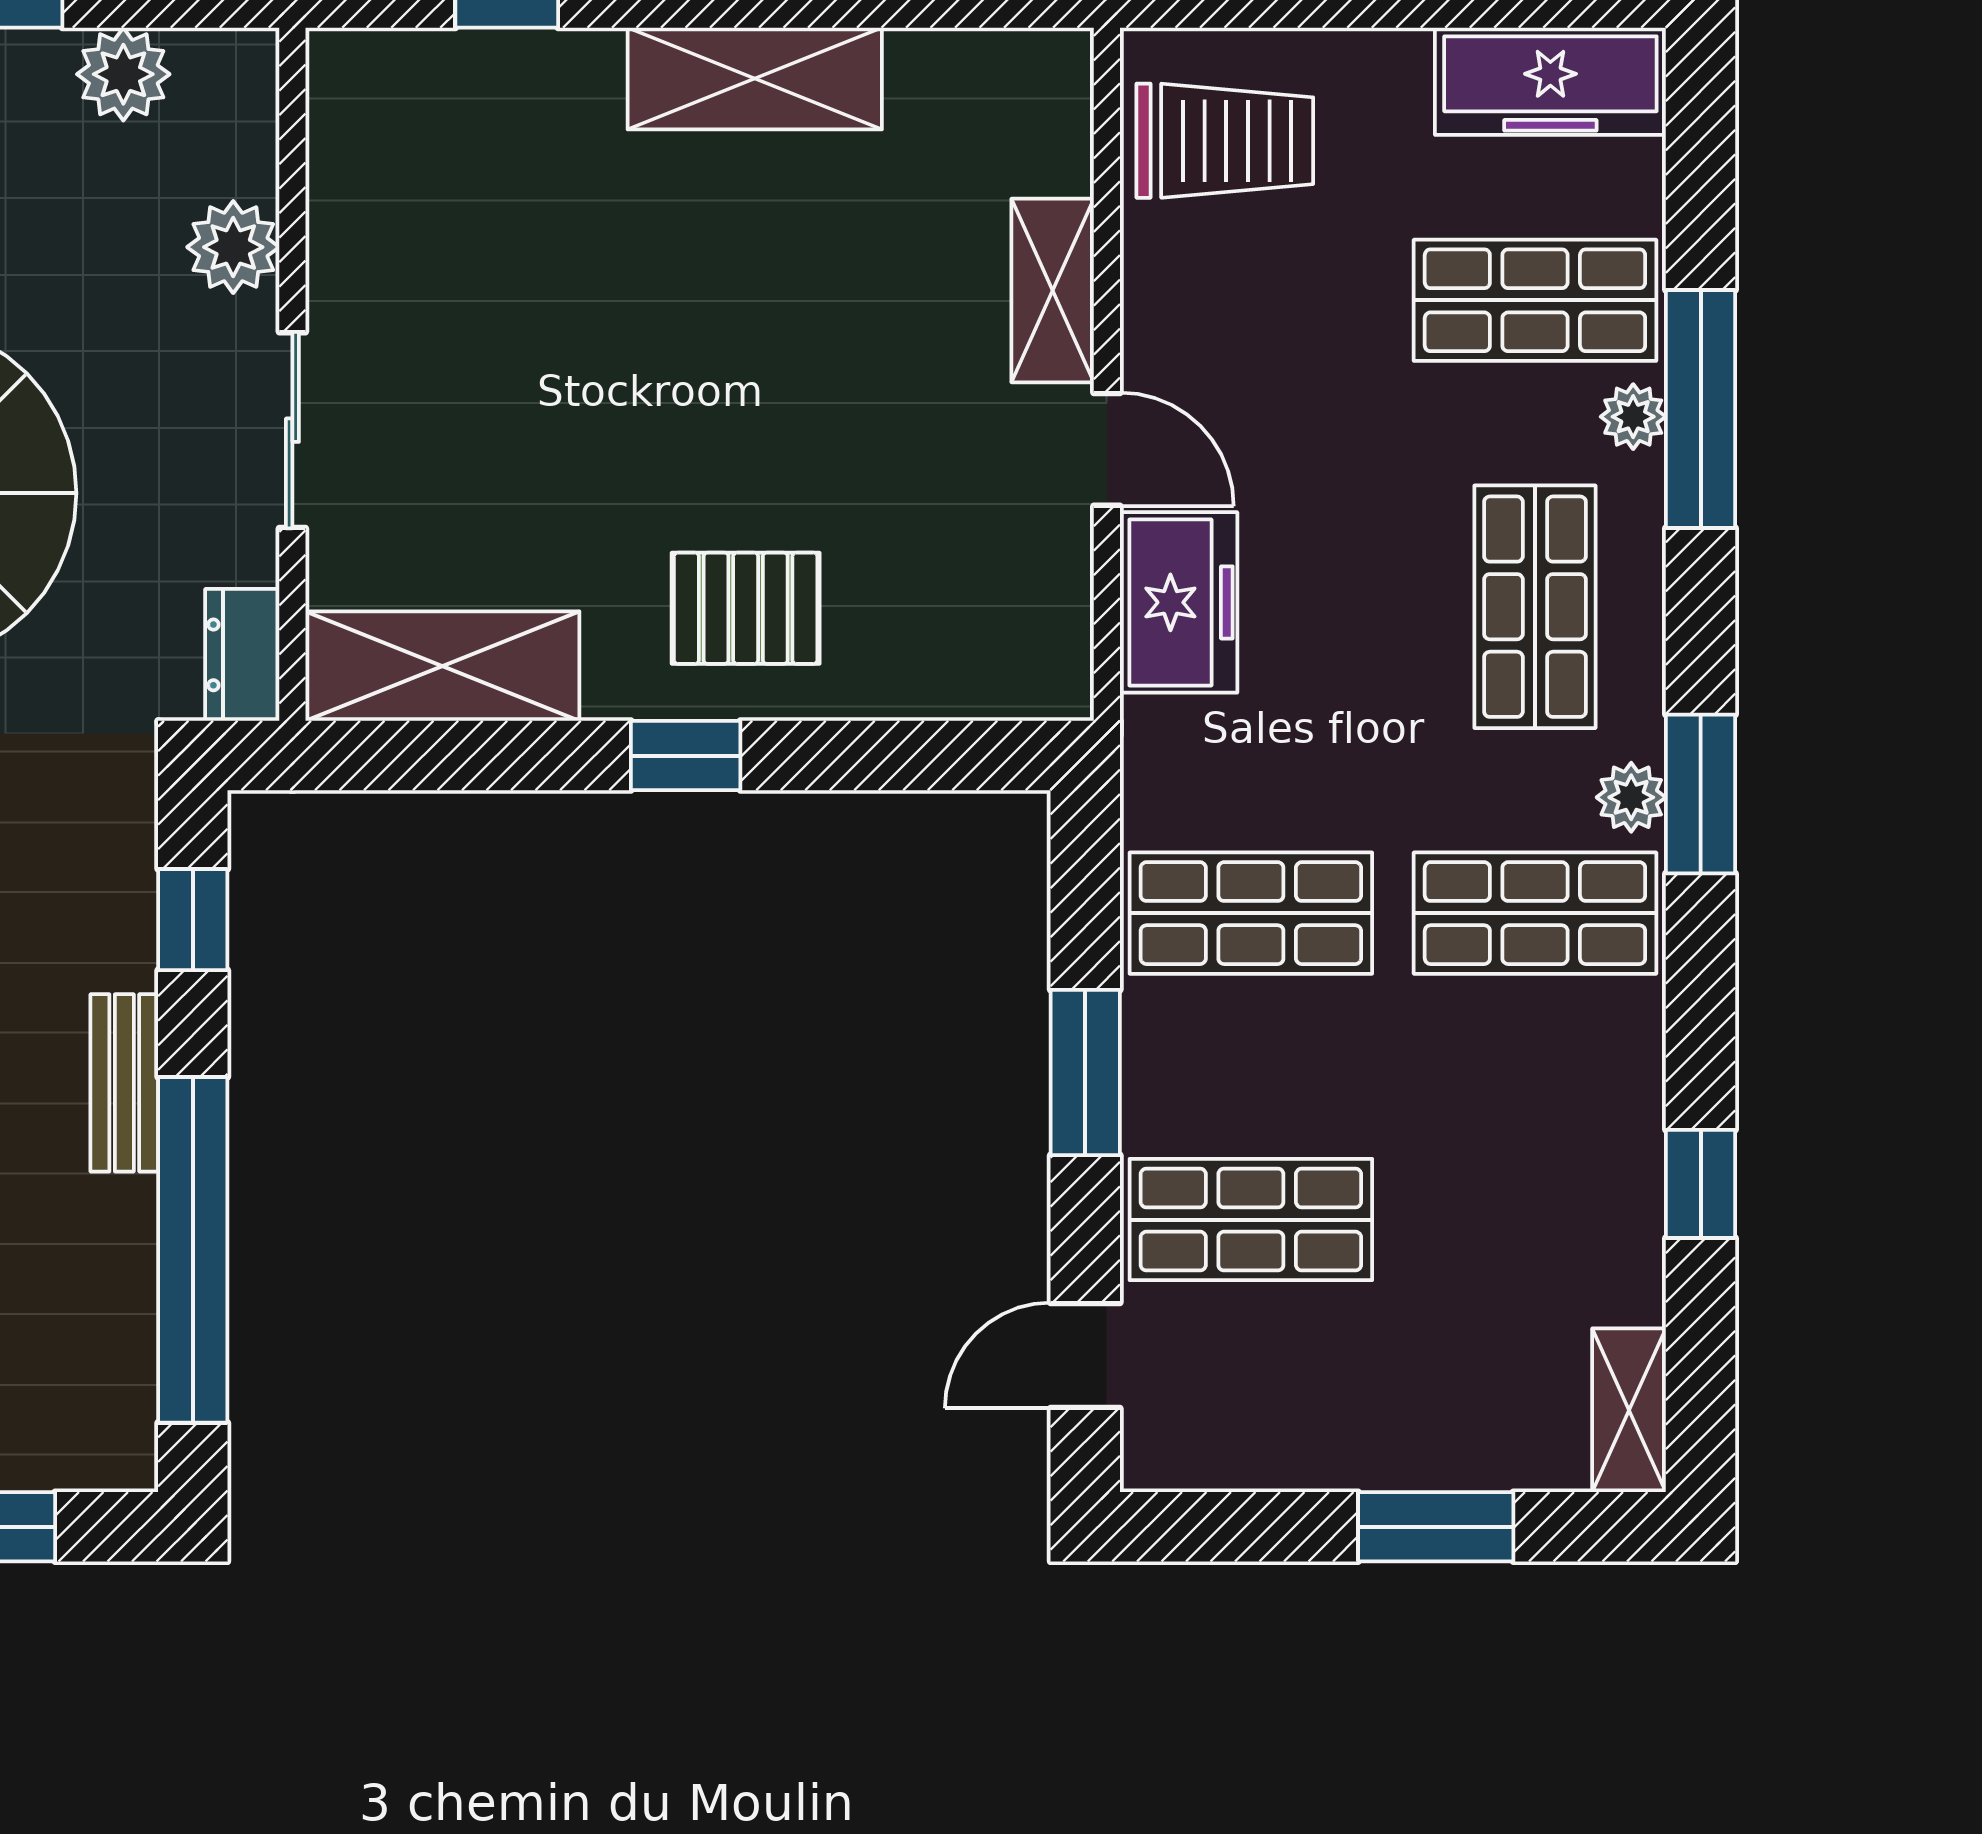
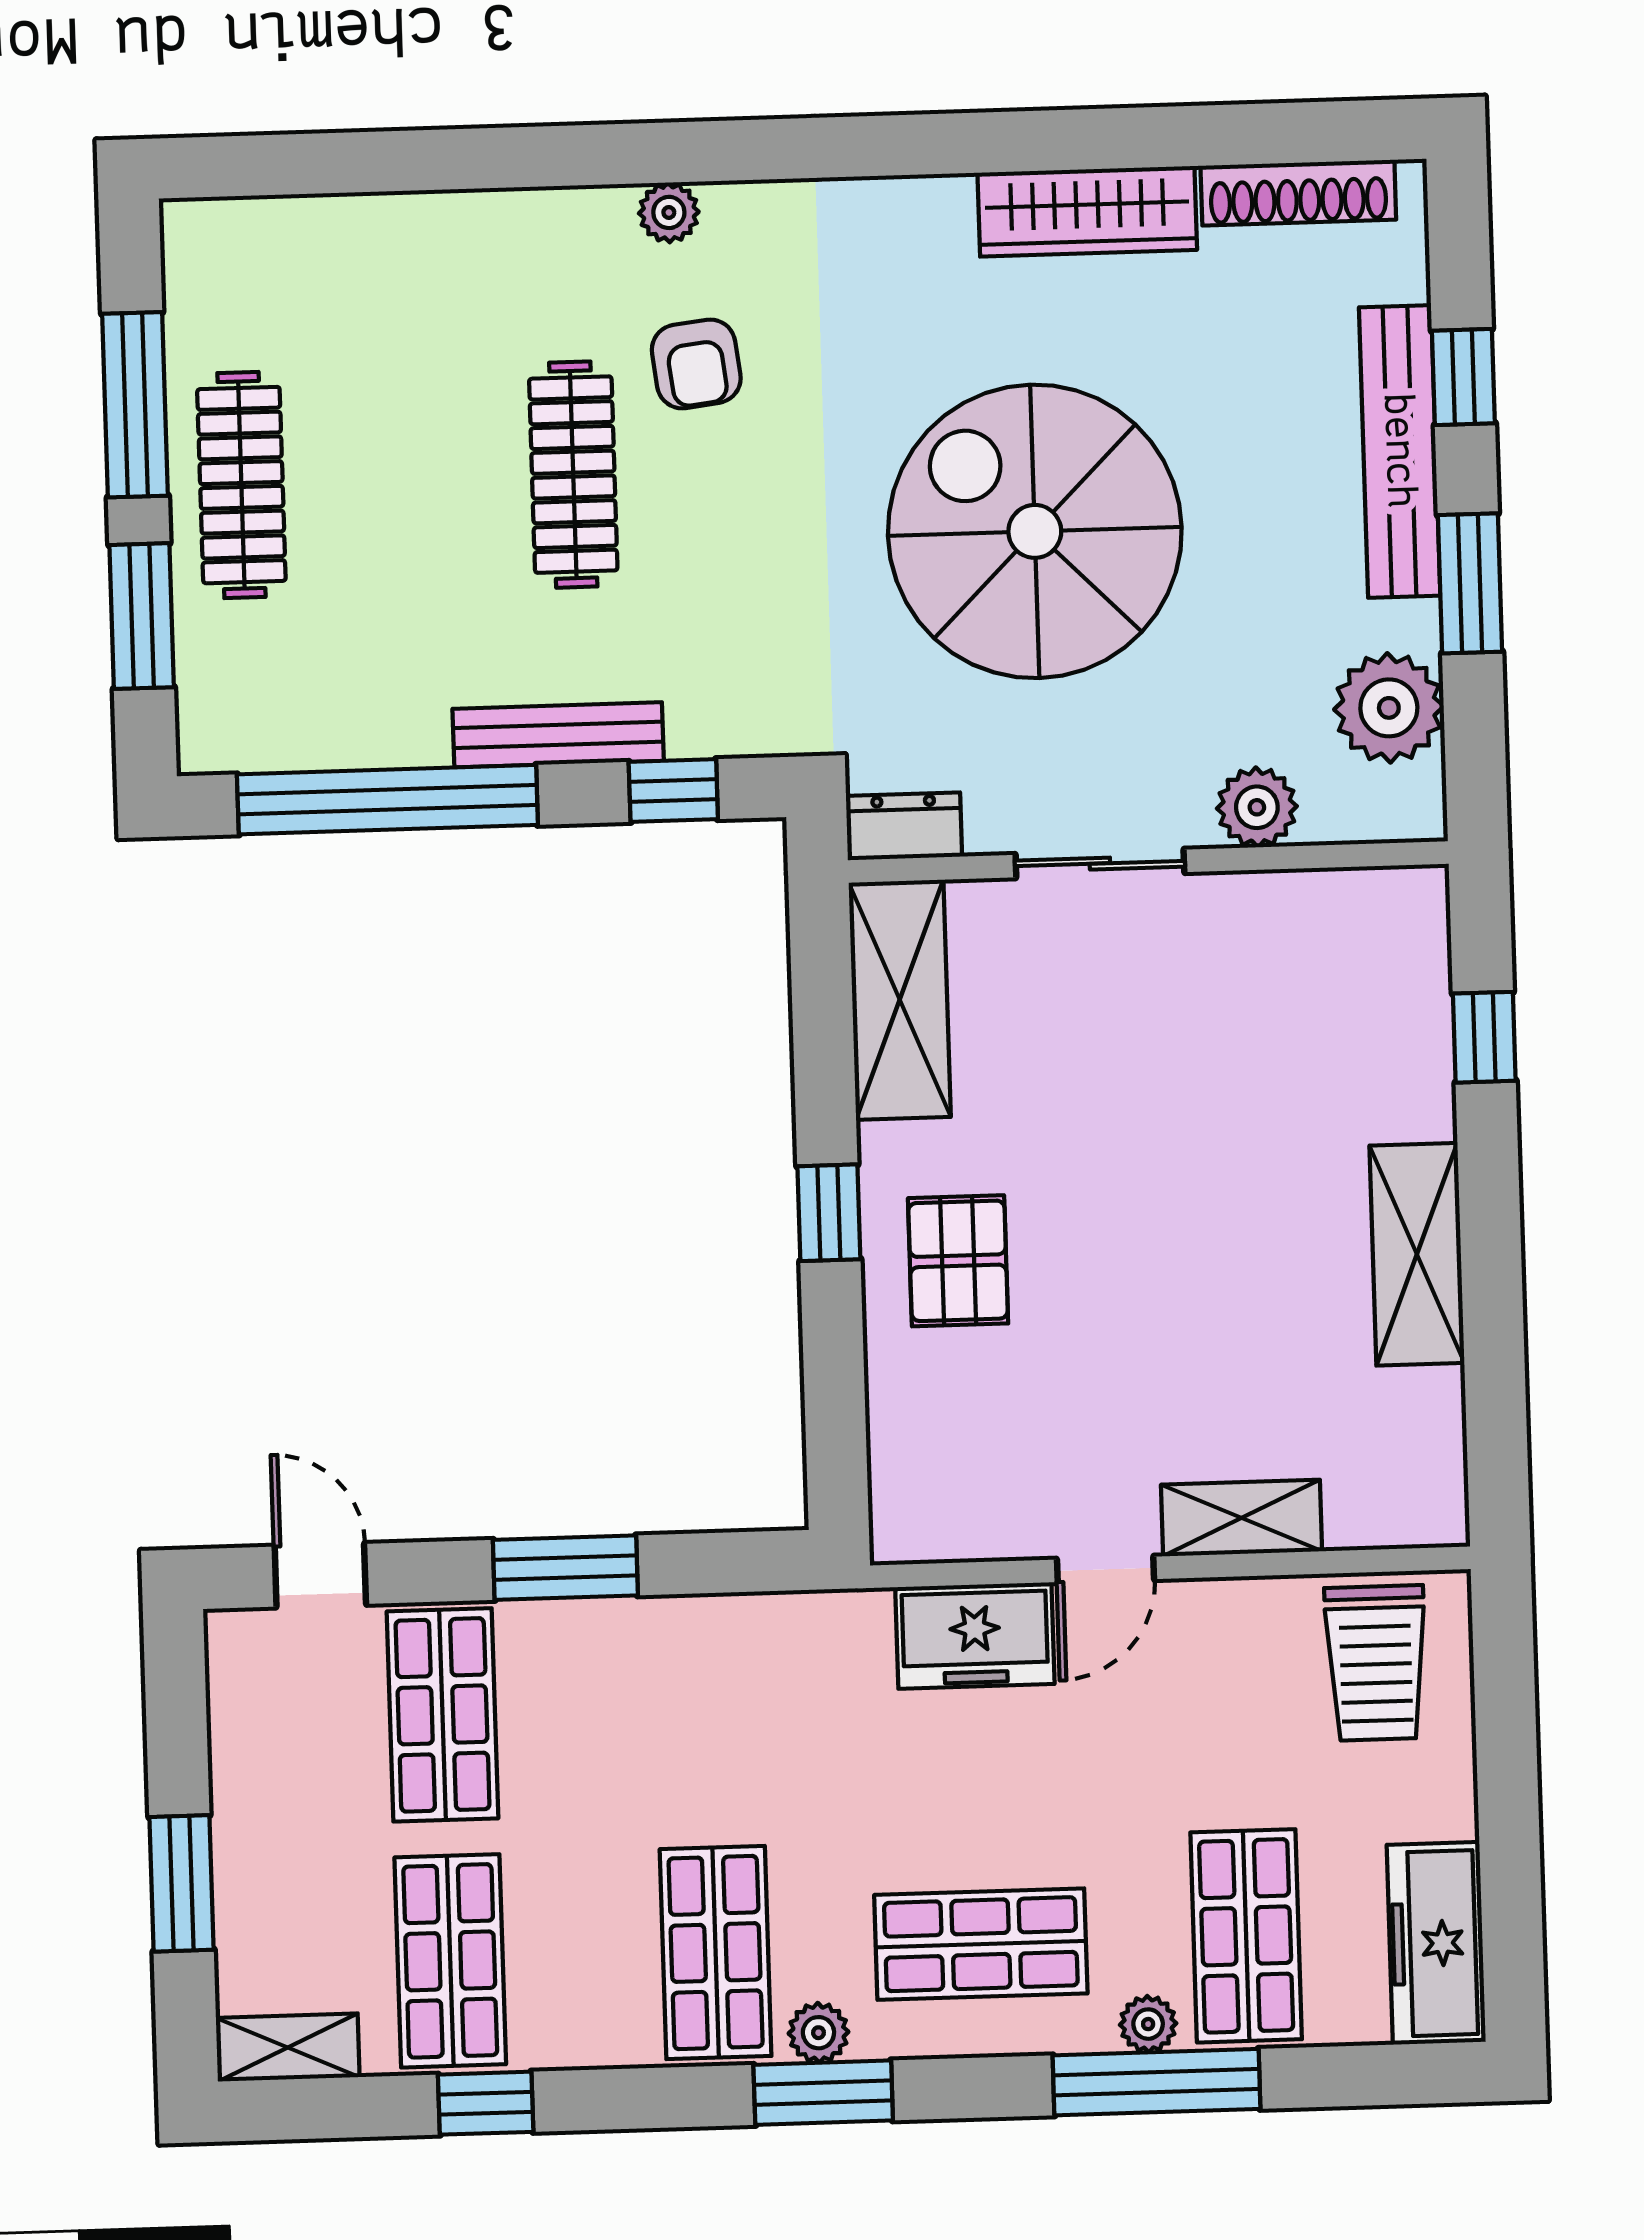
plant: (123, 74) -> (1389, 708), width x1.36, depth x1.36
shop shelf: (1251, 913) -> (450, 1961), moved
bench: (124, 1083) -> (558, 735), width x1.36

